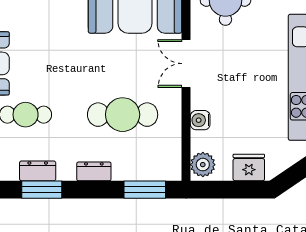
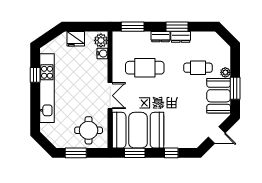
water cooler: (200, 120) -> (102, 53), moved
dresser: (38, 171) -> (181, 37), moved
window: (42, 190) -> (177, 27), moved

